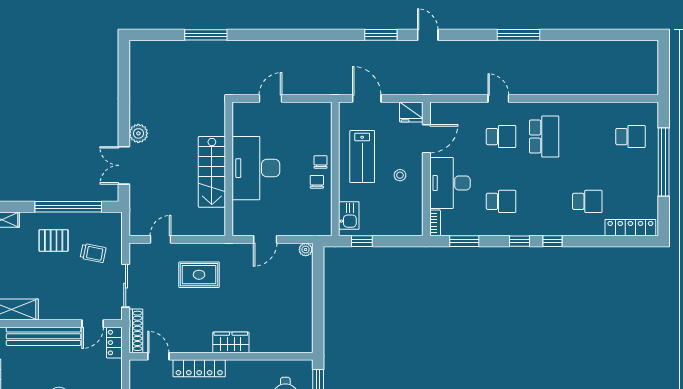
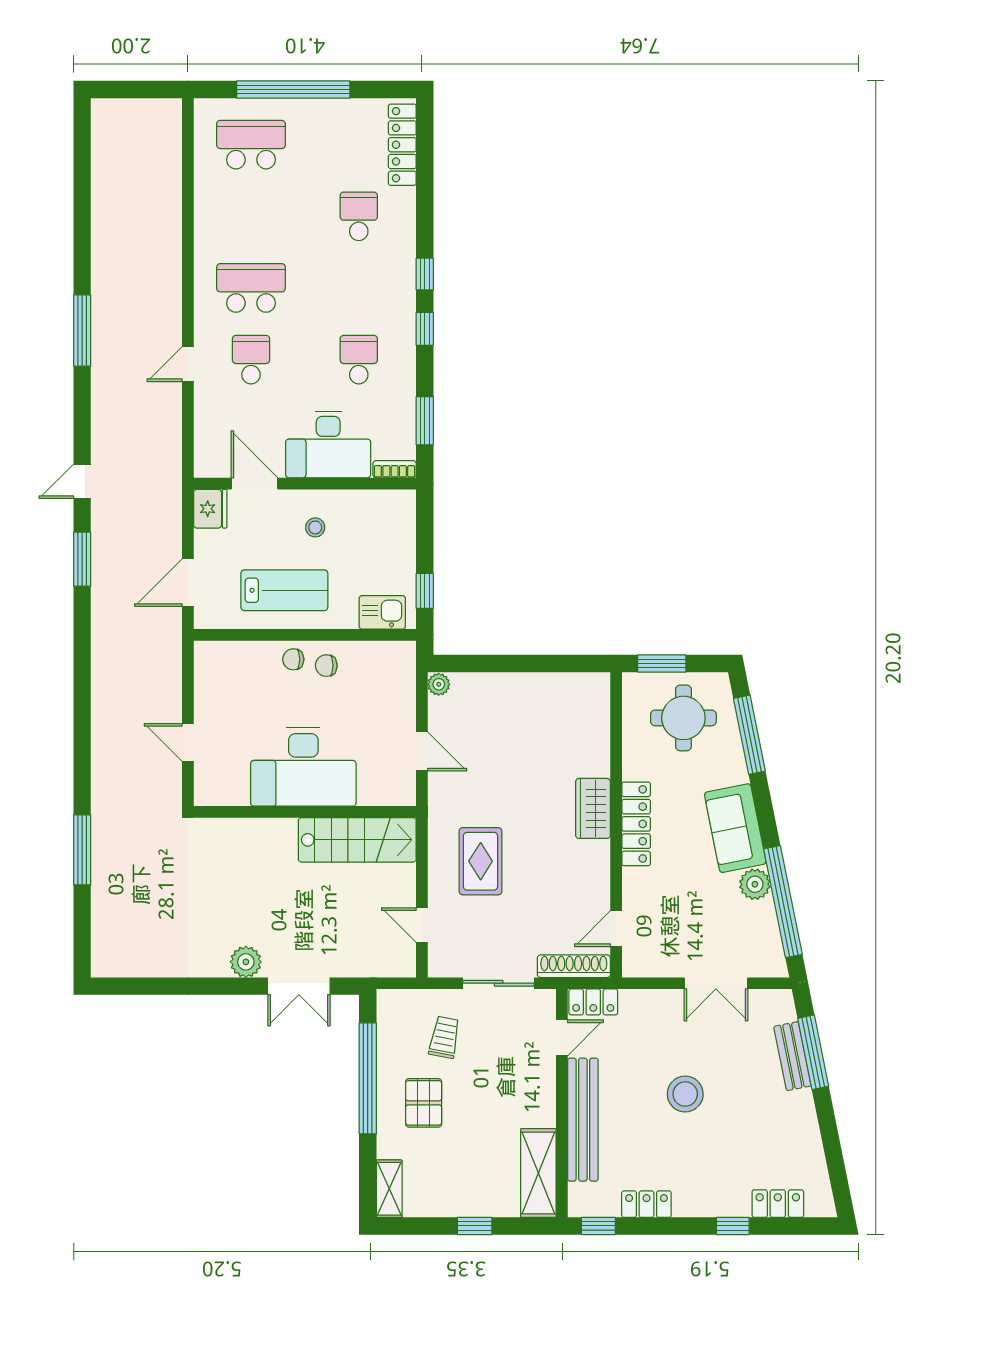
school desk: (630, 137) -> (251, 145), width x1.85
stairs: (212, 172) -> (357, 840), moved
door: (93, 324) -> (562, 1038), hinge flipped
locker: (199, 368) -> (636, 824), moved

